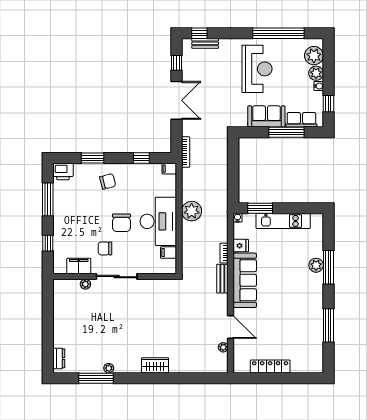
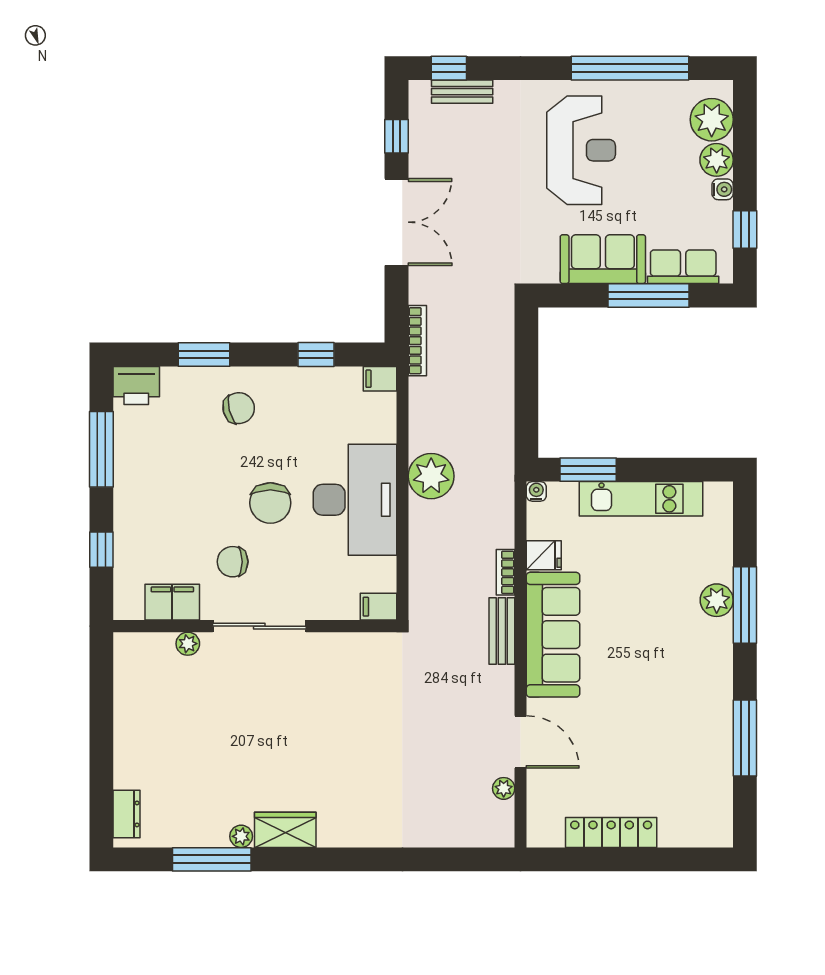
filing cabinet: (169, 253) -> (378, 607), moved
wardrobe: (155, 365) -> (285, 830), moved

